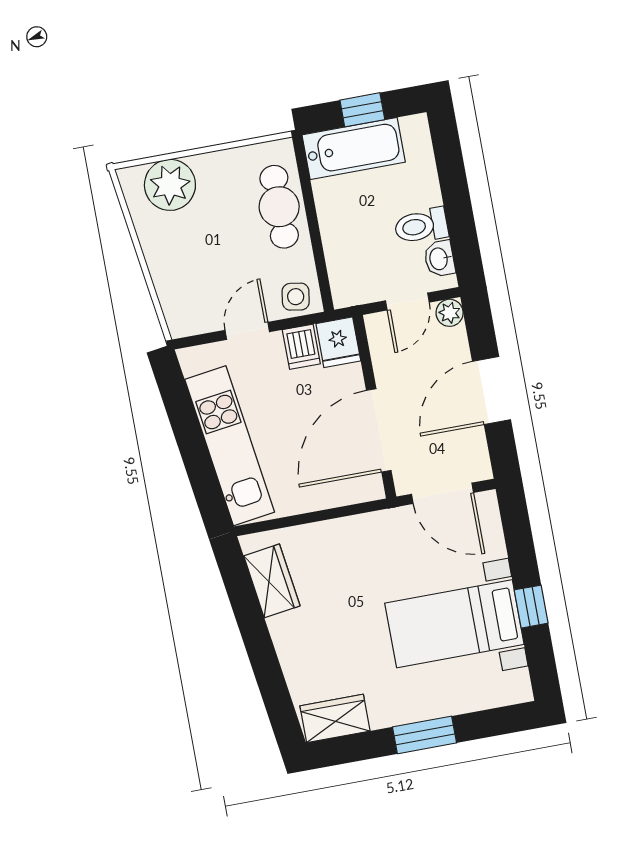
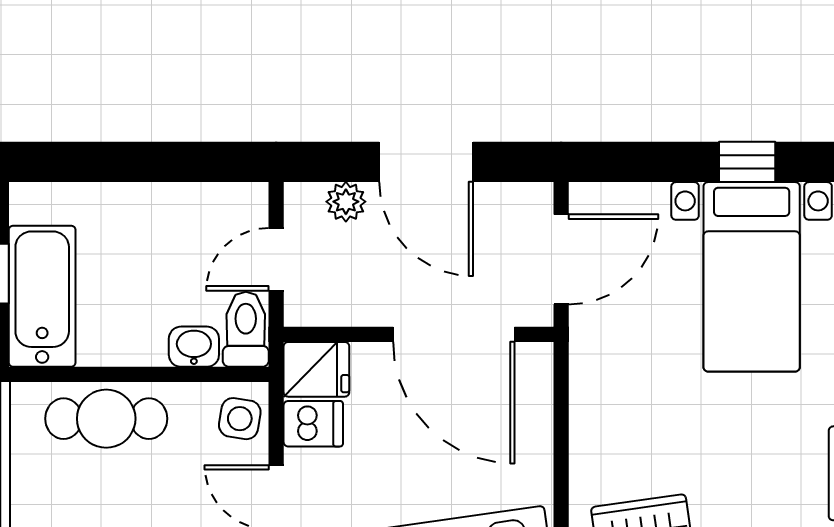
toilet: (421, 226) -> (246, 329), moved, turned 180
washbasin: (439, 259) -> (194, 347), moved, turned 180
door: (407, 302) -> (276, 259), swing flipped
plant: (450, 313) -> (346, 202), moved

